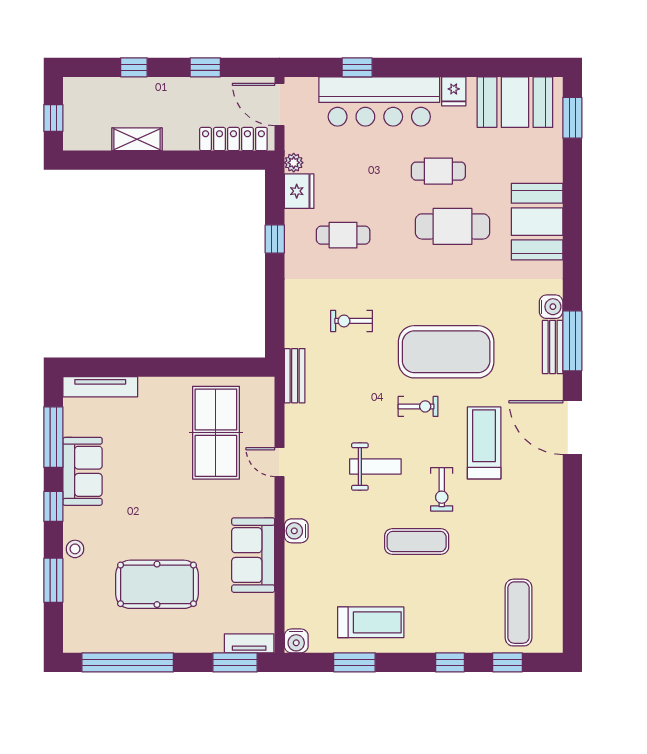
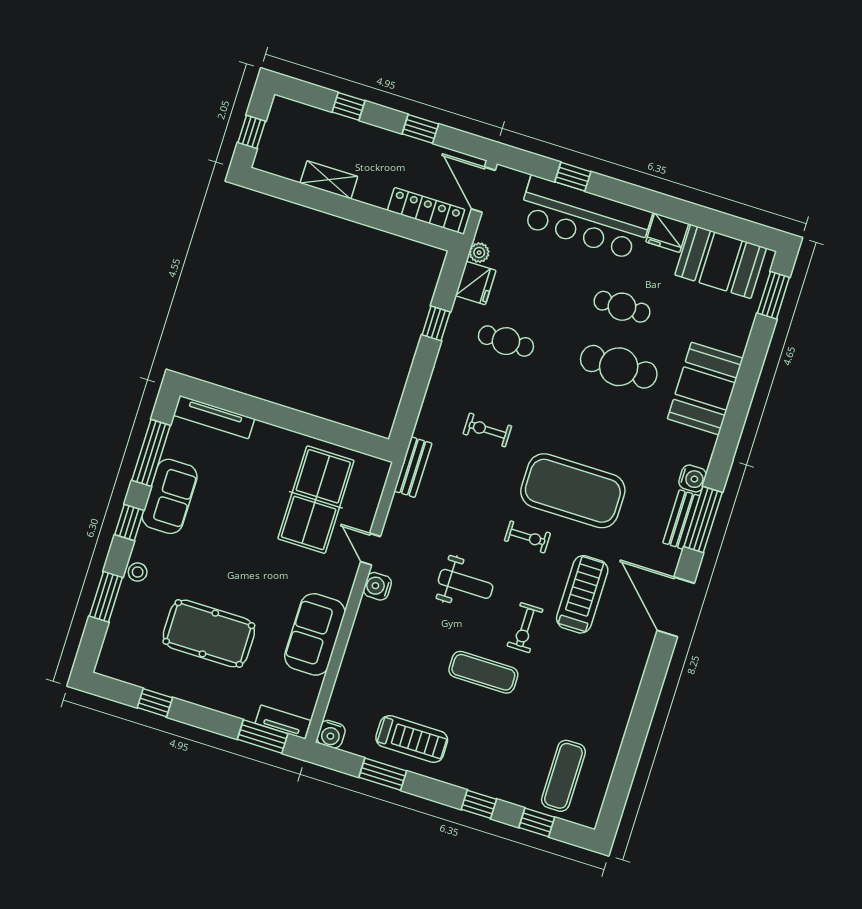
fridge: (454, 91) -> (667, 233), width x1.38
water cooler: (296, 531) -> (377, 586), moved
window: (128, 662) -> (155, 703), width x0.32

